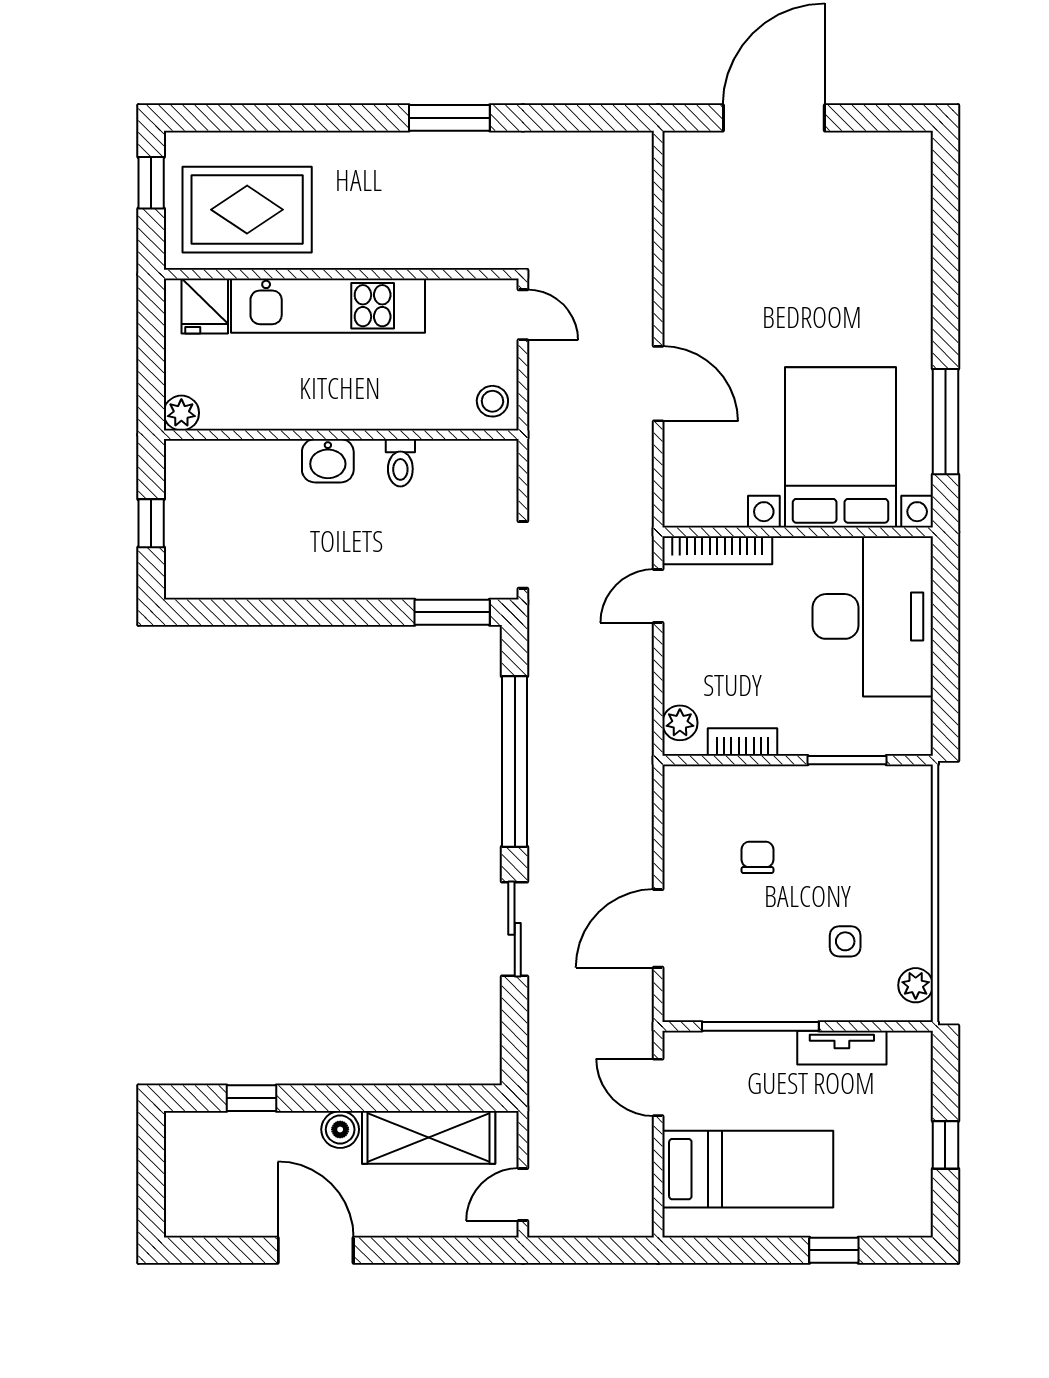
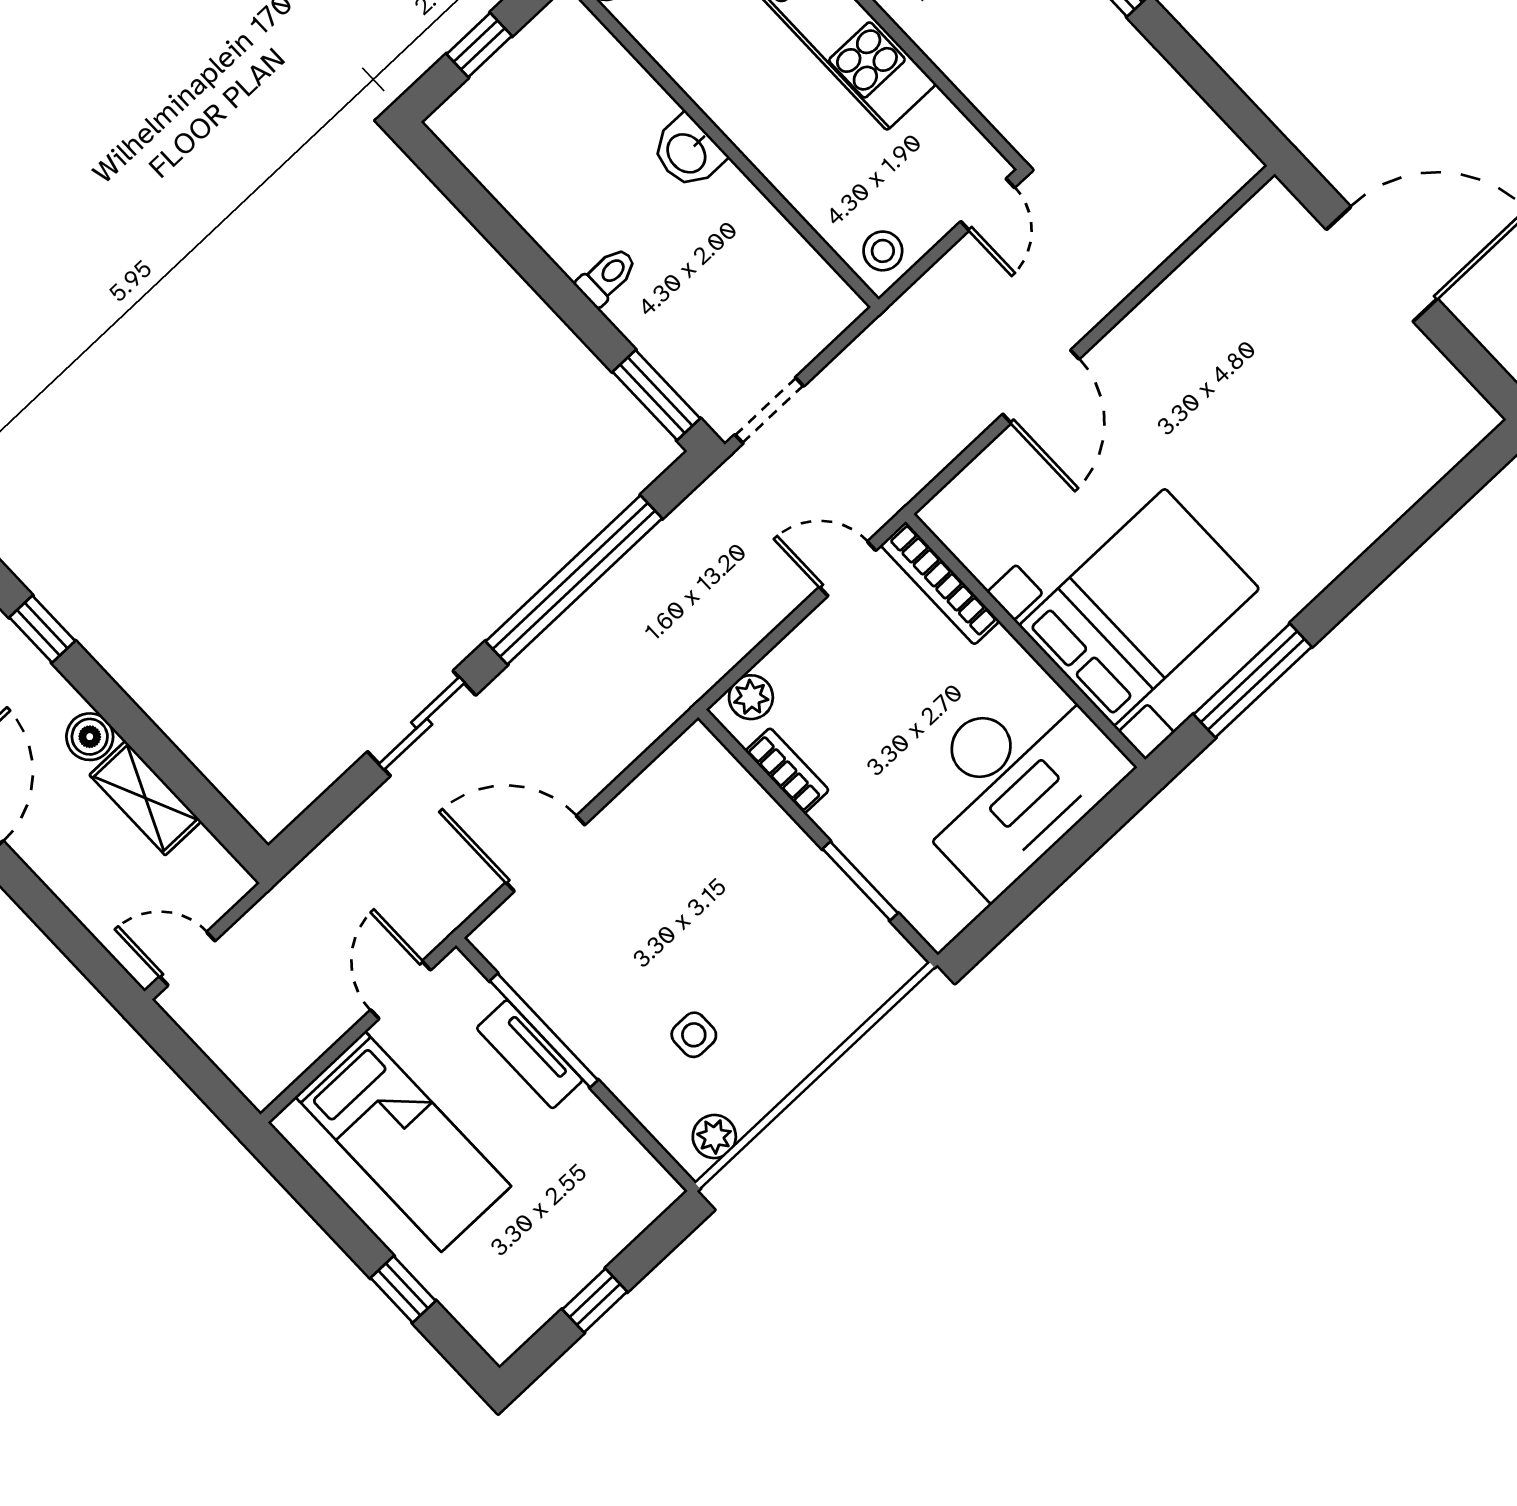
toilet: (400, 463) -> (607, 276), moved, turned 180
chair: (757, 857) -> (695, 883), removed
tv unit: (842, 1048) -> (530, 1054), moved
shelving: (429, 1137) -> (145, 798), width x0.67, depth x0.75

